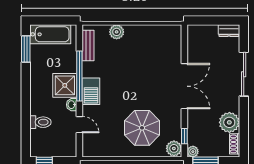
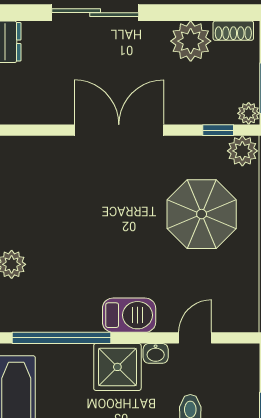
bench: (88, 45) -> (38, 321), removed
window: (79, 76) -> (62, 338), moved

